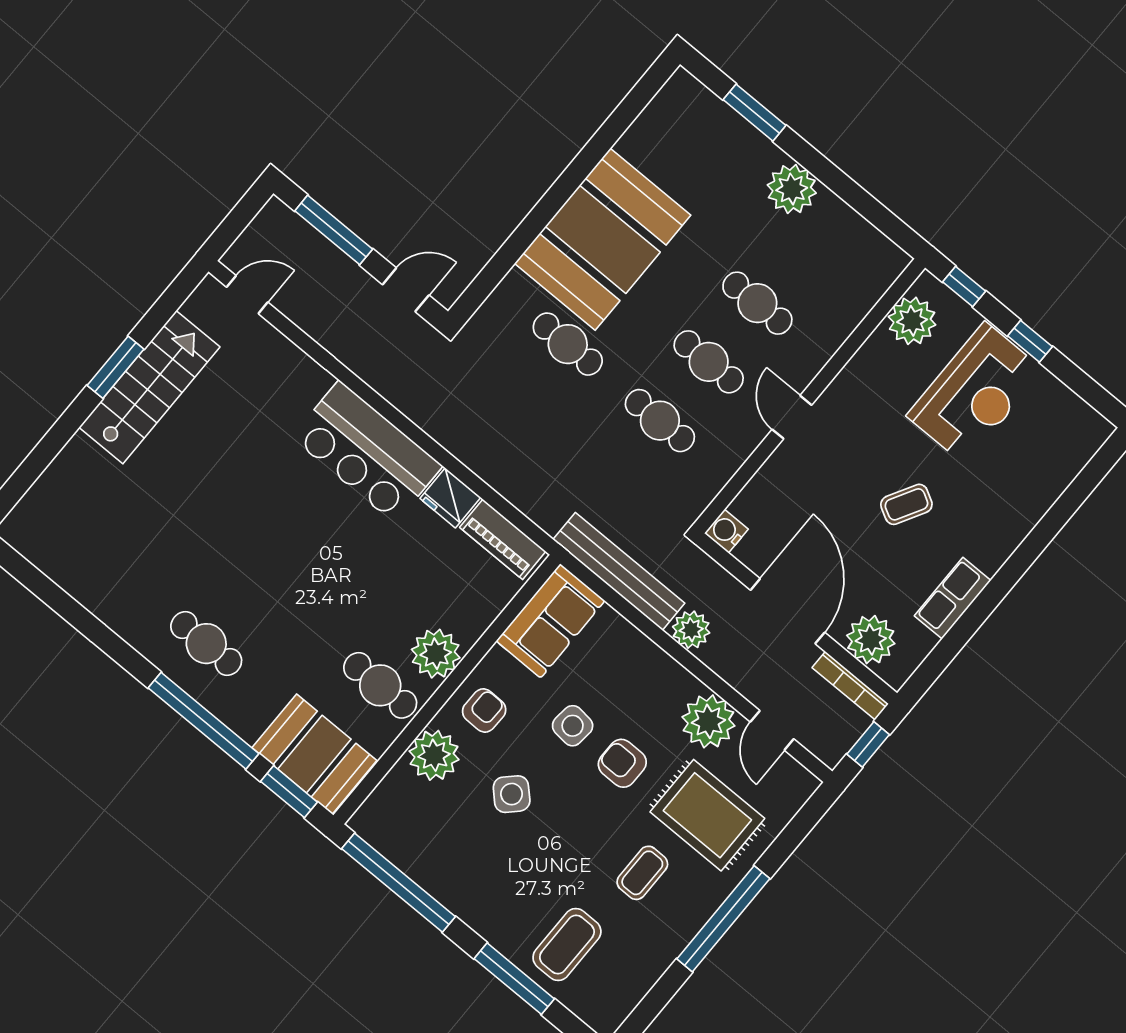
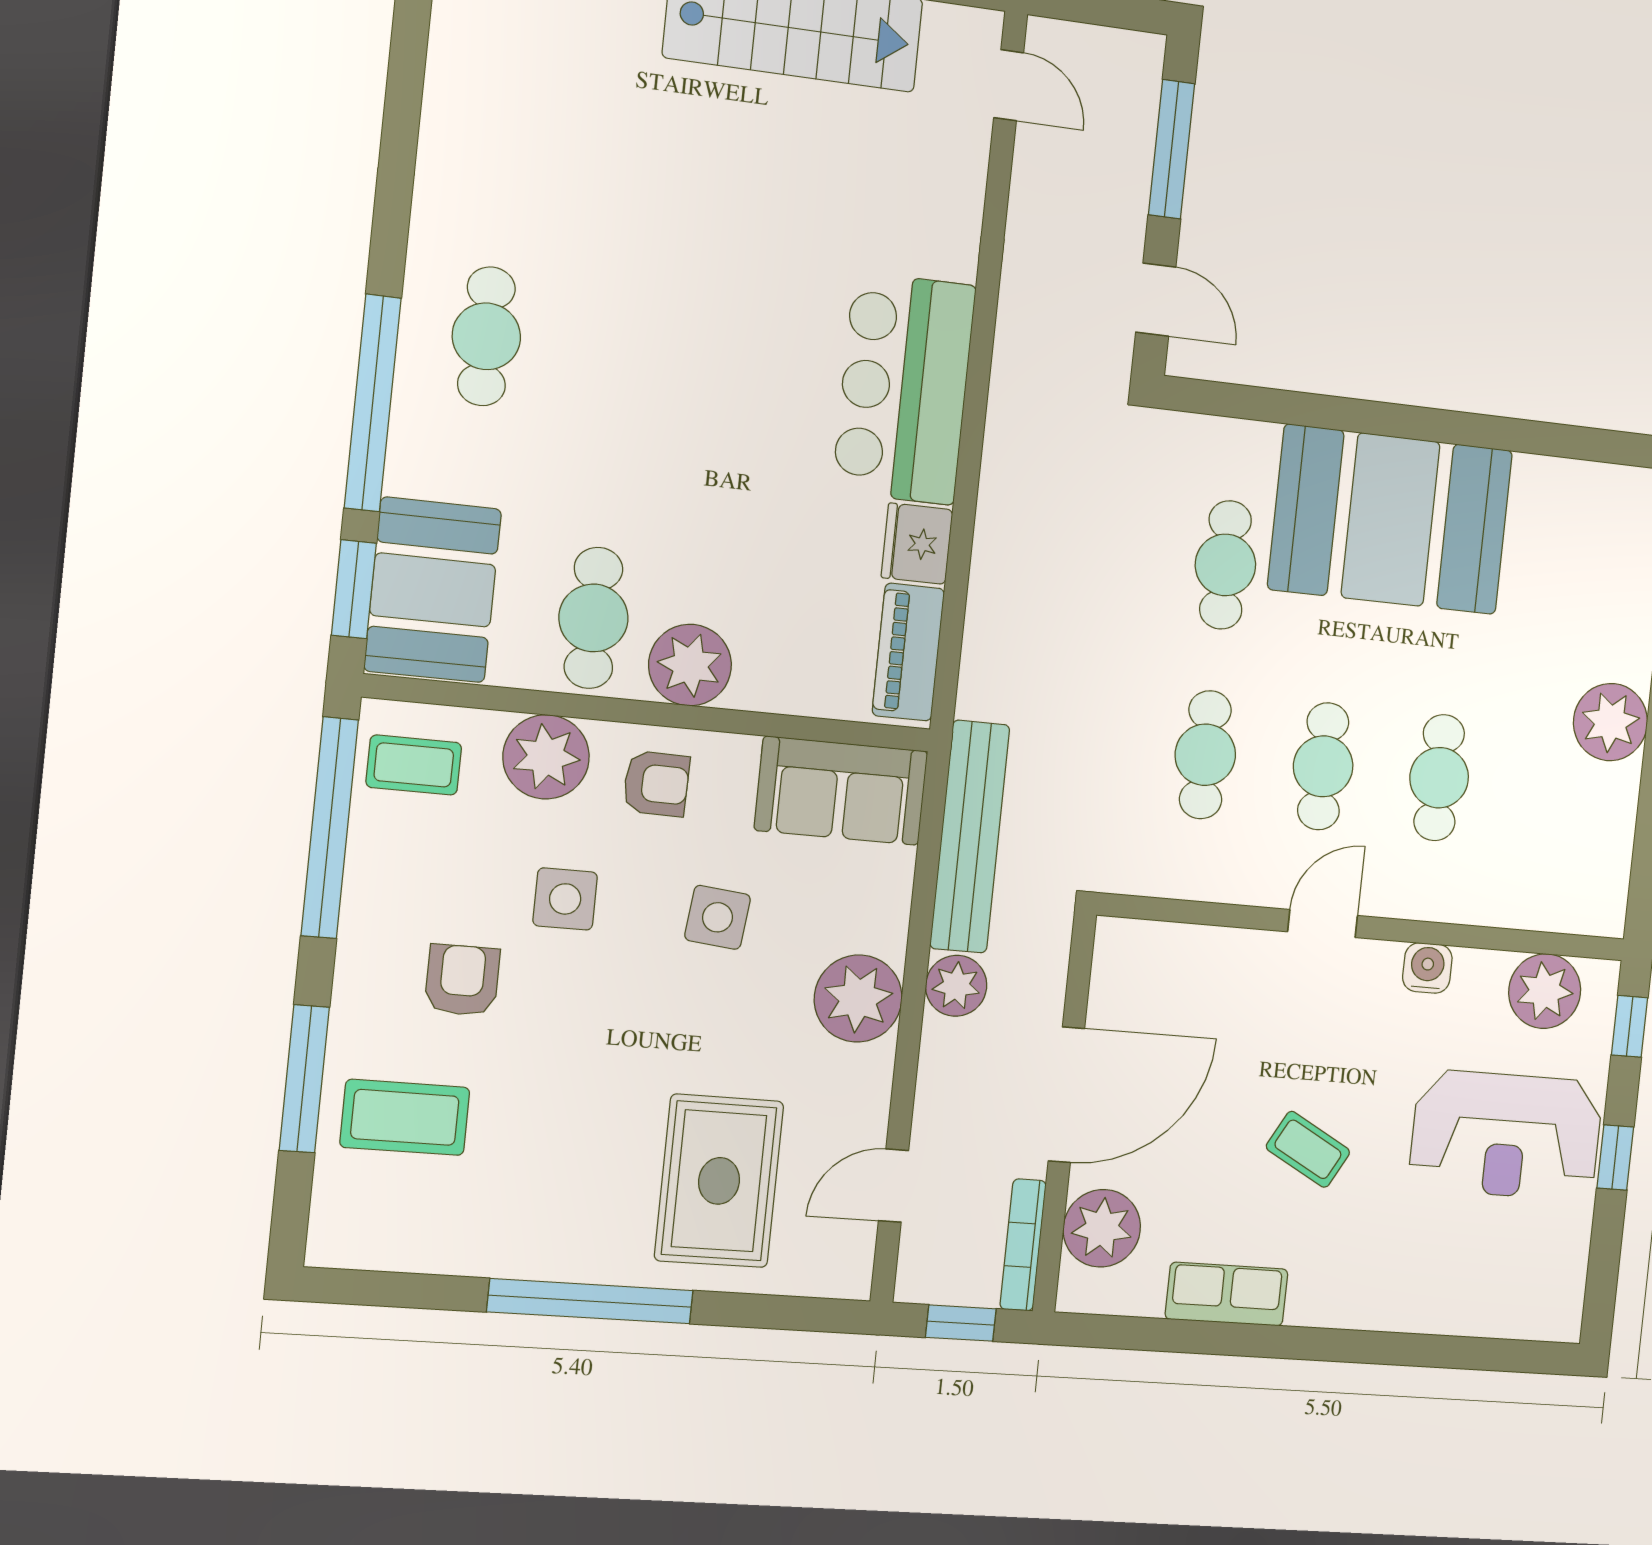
water cooler: (726, 531) -> (1427, 968), moved
plant: (708, 721) -> (858, 998), moved
armchair: (622, 763) -> (462, 980), moved
side table: (512, 794) -> (565, 899), turned 45
coffee table: (642, 873) -> (414, 765), moved

